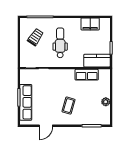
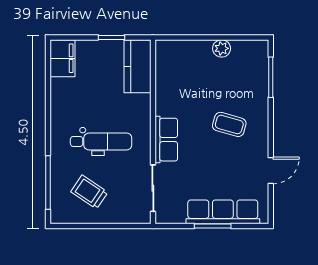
filing cabinet: (90, 24) -> (62, 58), moved
dental chair: (60, 43) -> (101, 141), turned 180
row of seats: (87, 75) -> (166, 140), moved
door: (46, 126) -> (271, 171), hinge flipped

